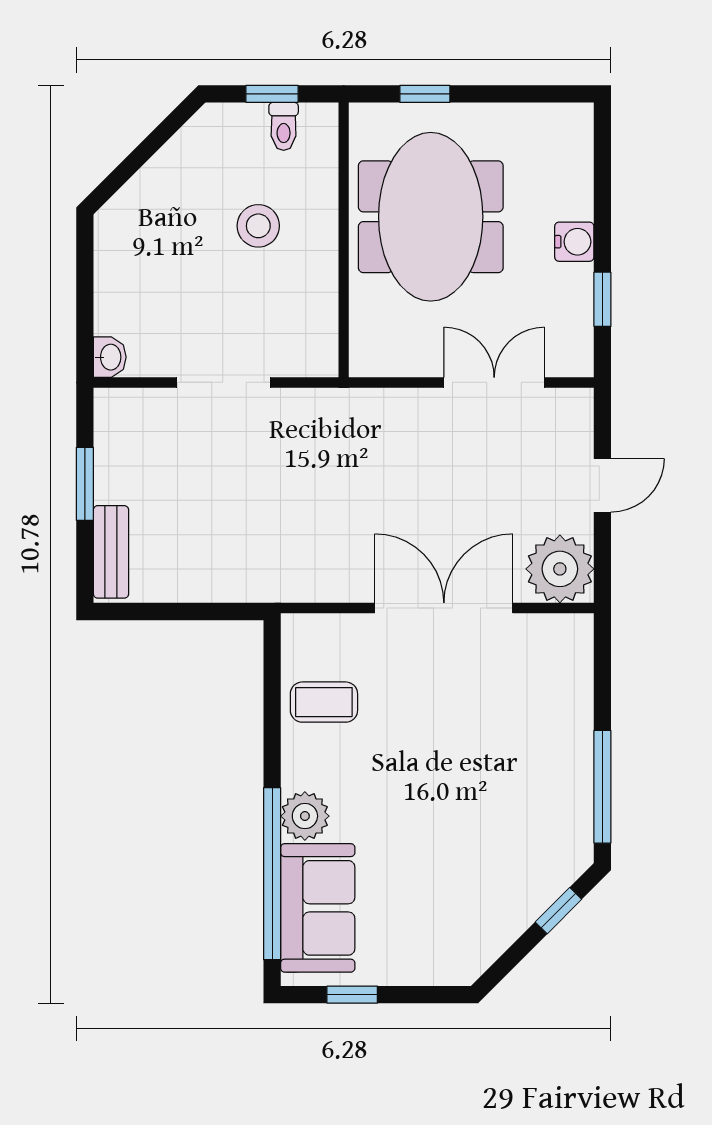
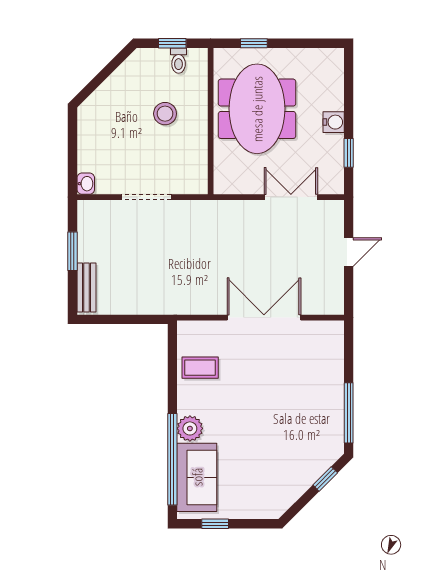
plant: (560, 569) -> (326, 297), removed

